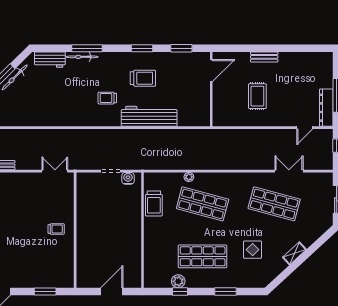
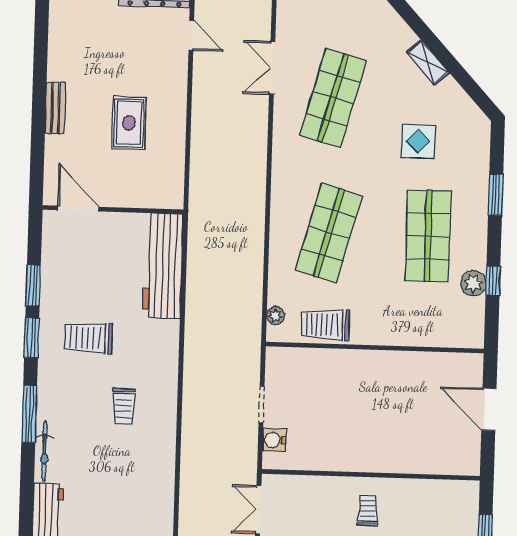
window: (87, 48) -> (29, 414), moved
window: (181, 48) -> (33, 285), moved
trolley: (143, 78) -> (88, 338), turned -89
rug: (257, 96) -> (129, 123), turned 90
workbench: (149, 116) -> (163, 266), moved
plant: (189, 177) -> (276, 316), moved
water cooler: (128, 178) -> (274, 440), moved
trolley: (154, 203) -> (325, 325), turned 180

